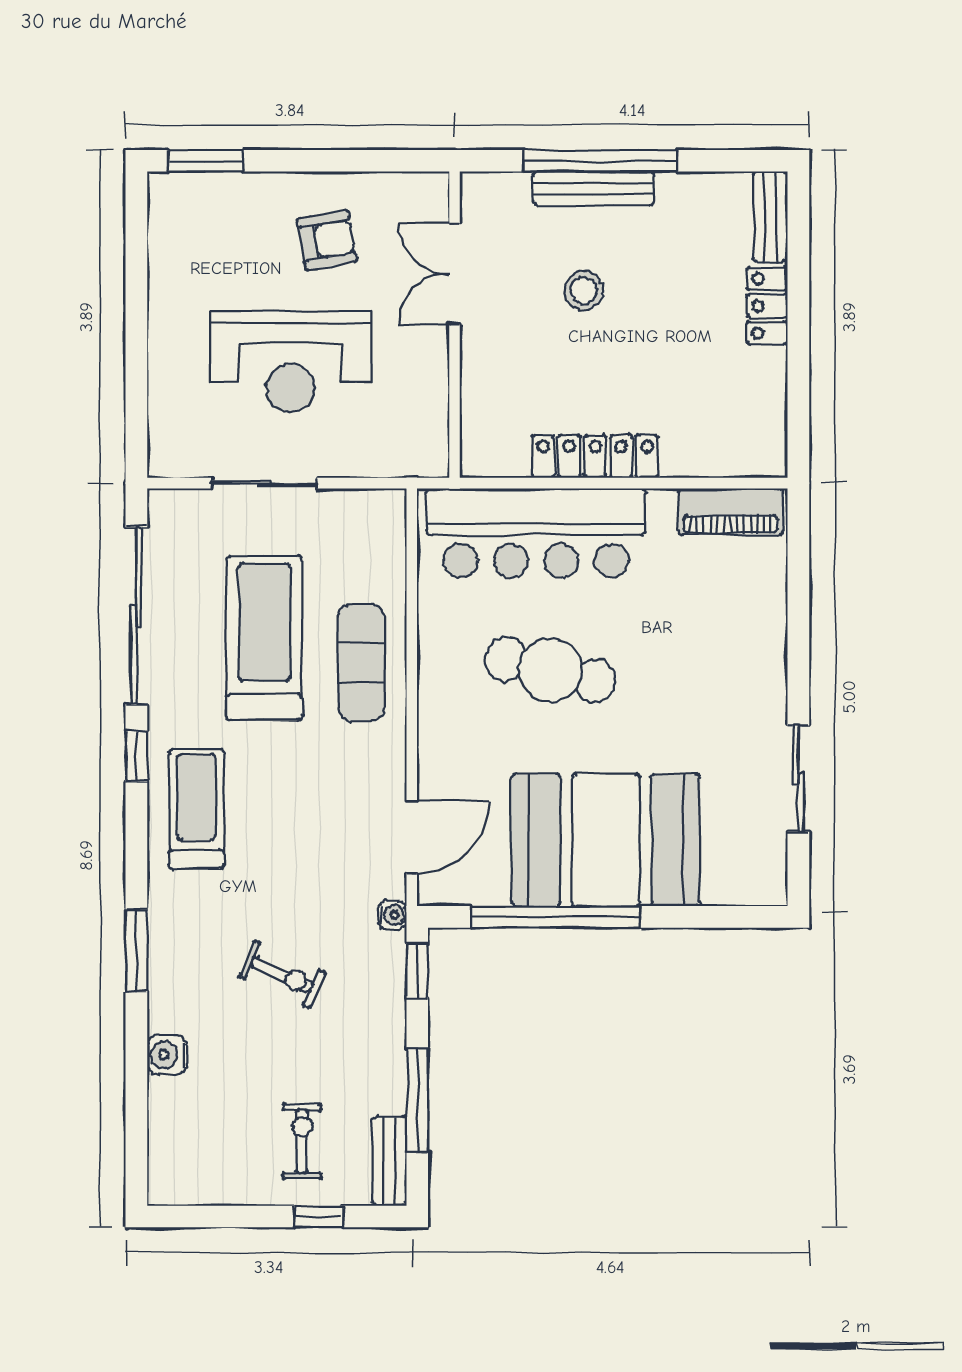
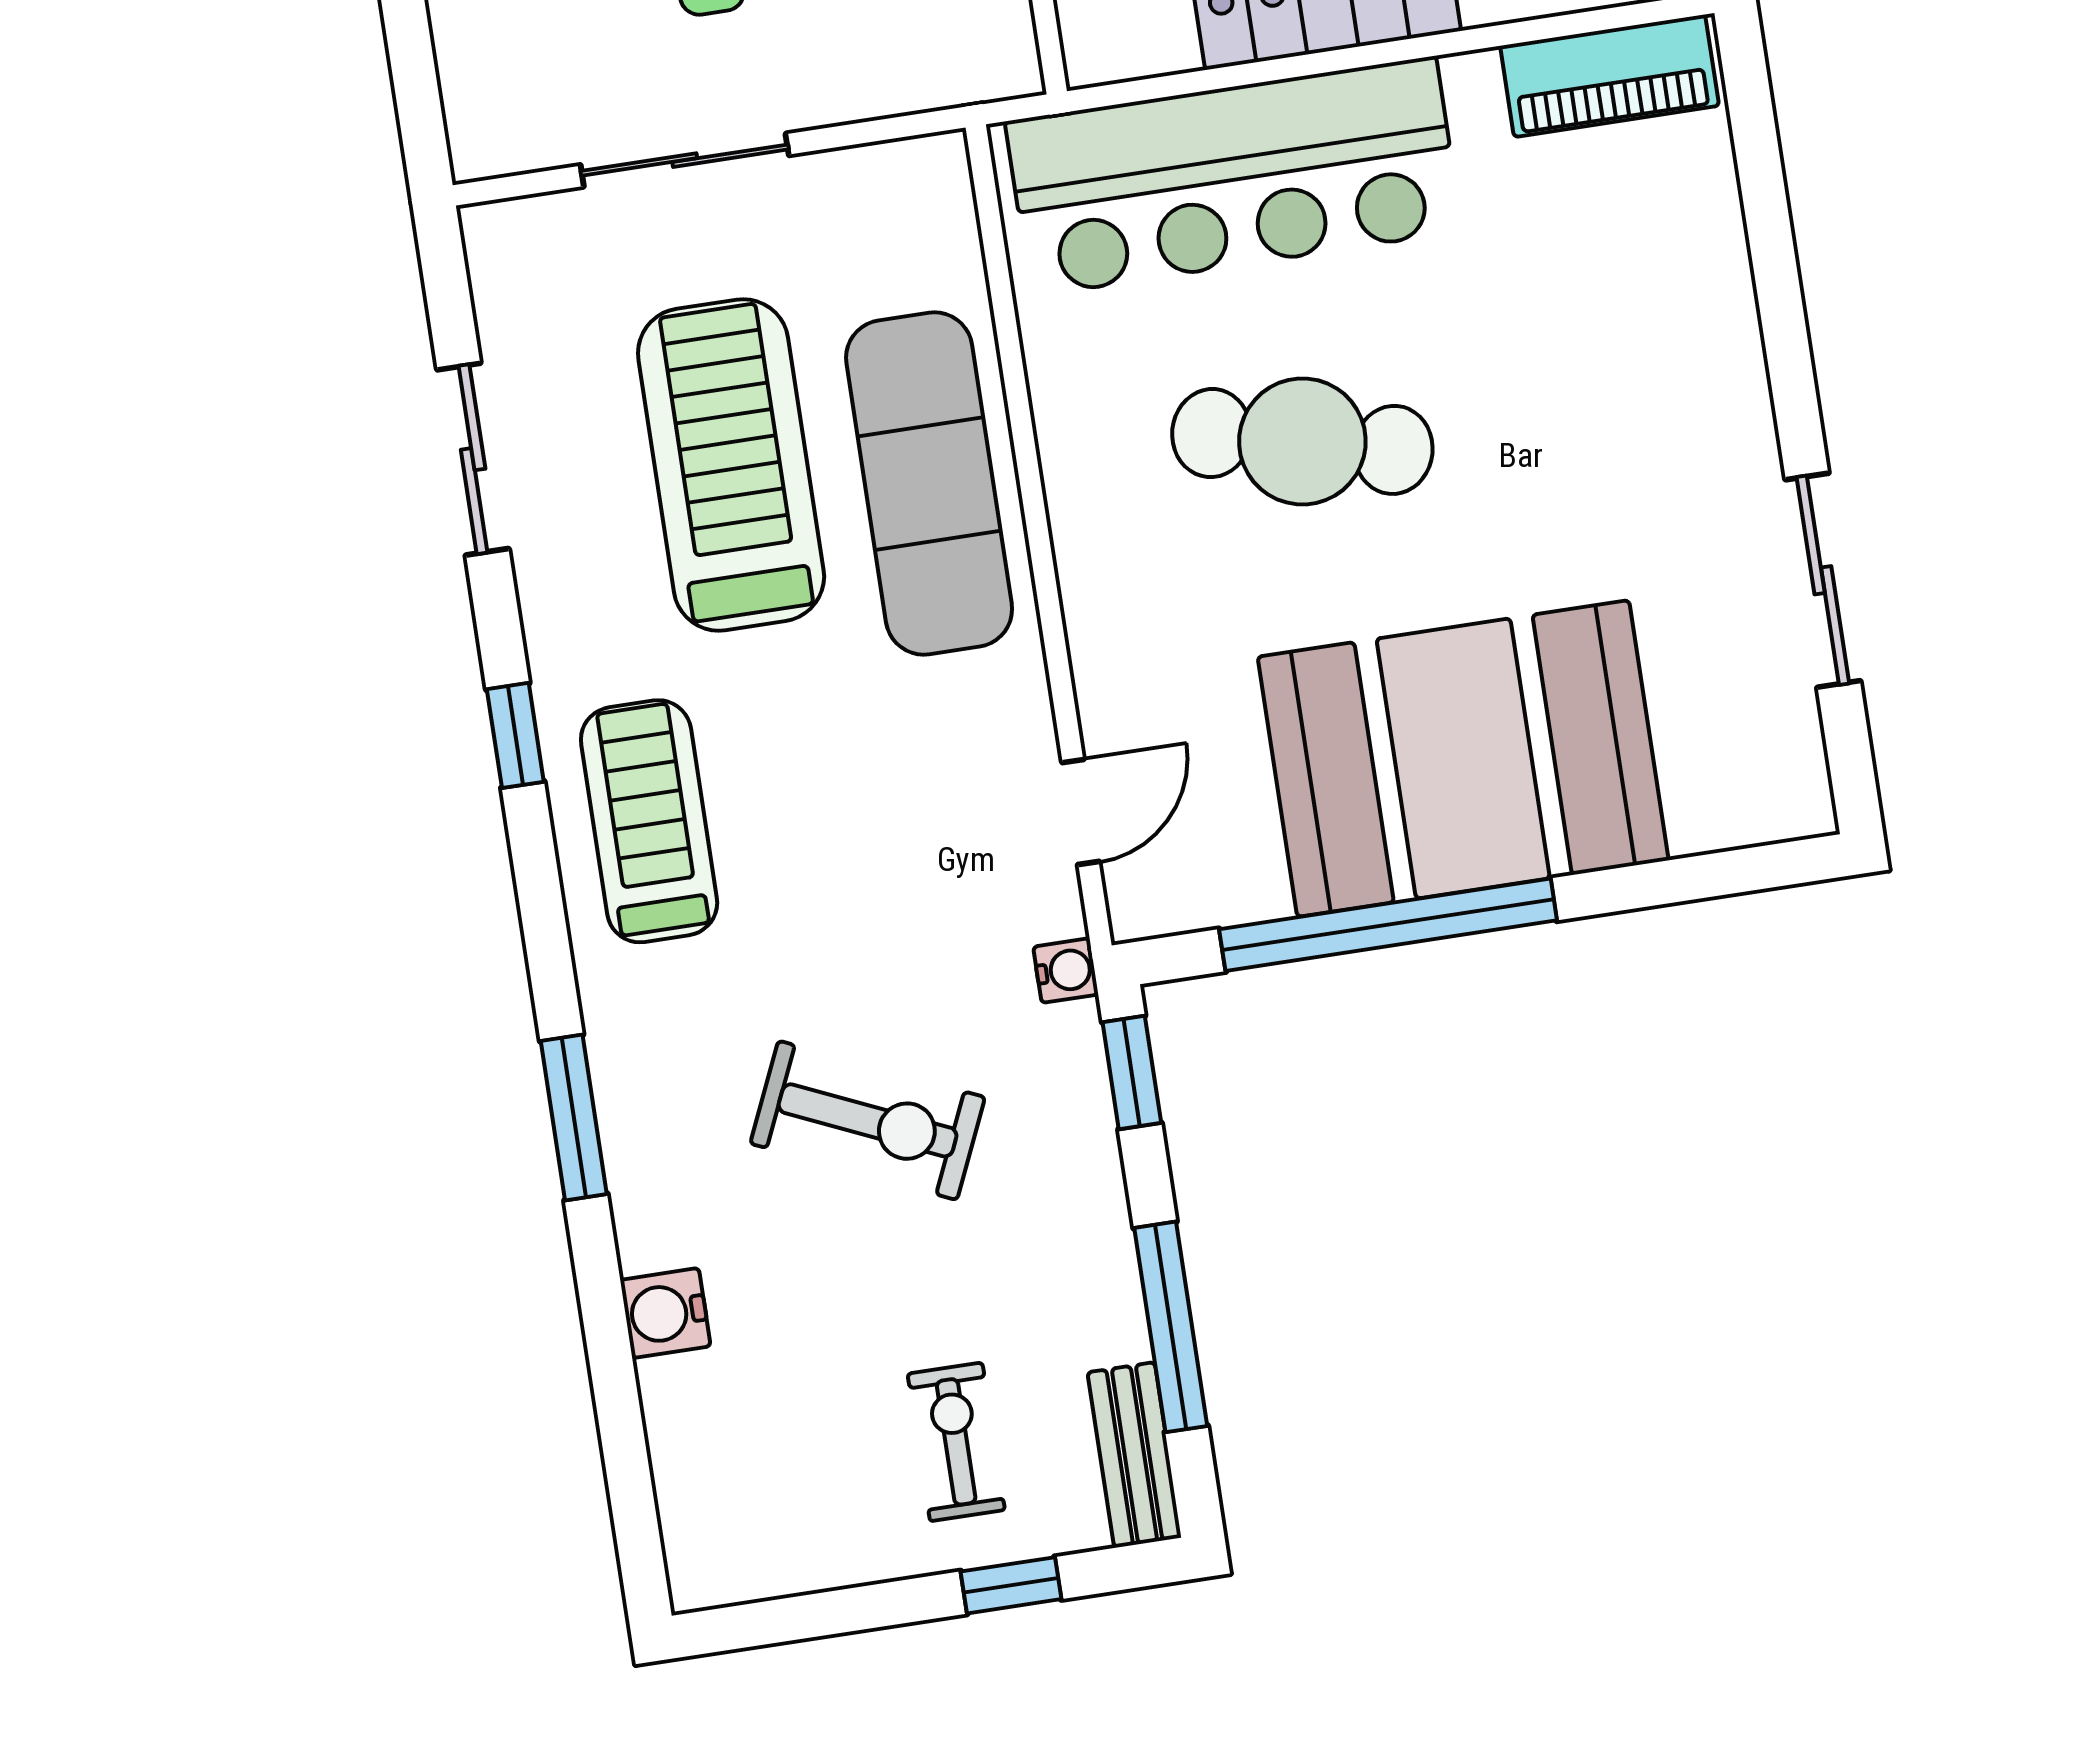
sliding door: (136, 616) -> (473, 459), width x0.54
exercise mat: (361, 662) -> (929, 484), width x1.36, depth x1.45
door: (412, 837) -> (1081, 812), width x0.73
exercise bike: (282, 974) -> (868, 1120), width x1.38, depth x1.39

